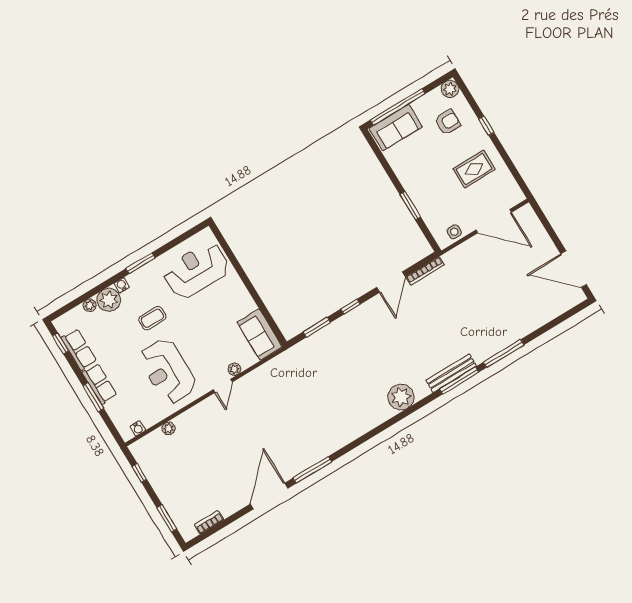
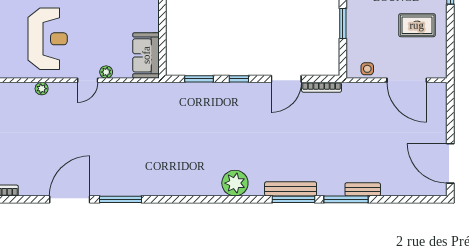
bench: (513, 336) -> (363, 189), added
reception desk: (168, 371) -> (48, 39), turned 180
plant: (169, 428) -> (42, 89), moved

